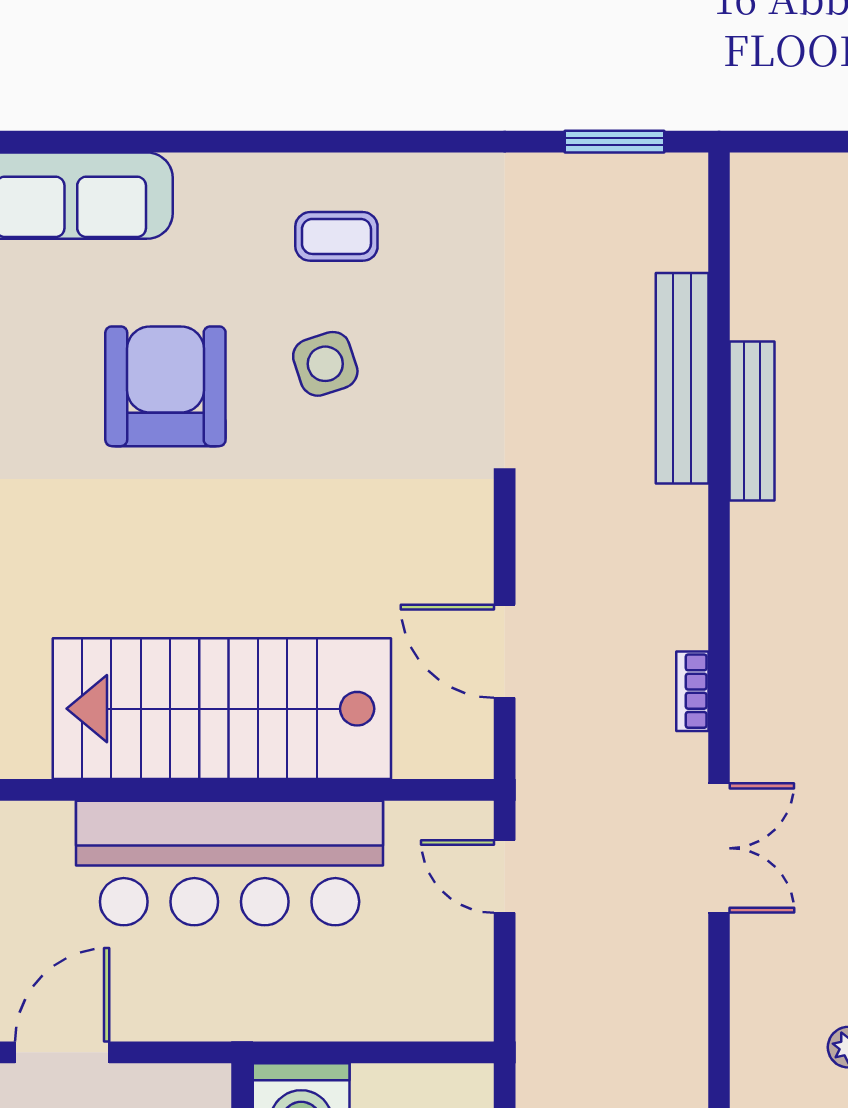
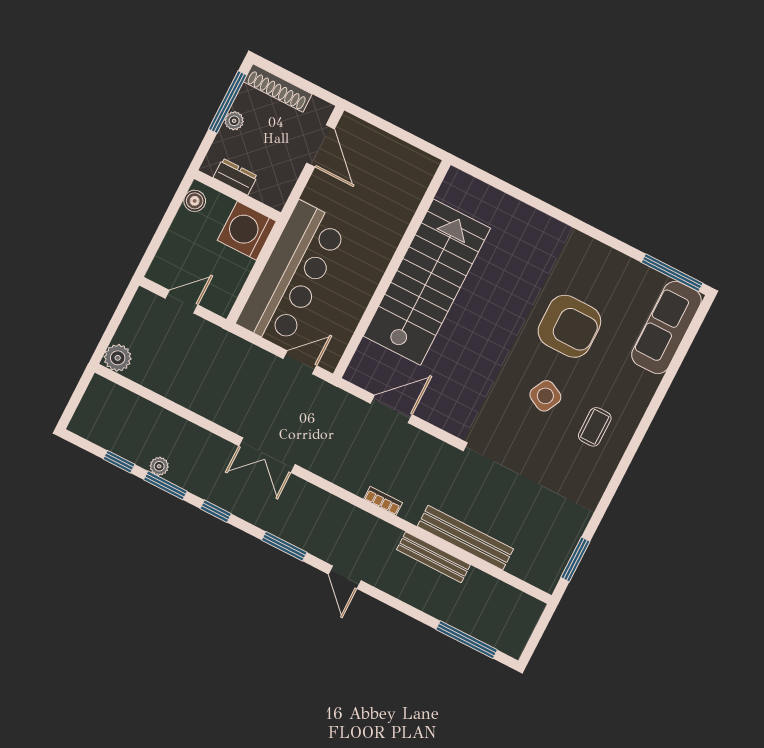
side table: (325, 364) -> (545, 396), turned 45
bookcase: (692, 691) -> (383, 501), moved
bar counter: (230, 863) -> (292, 274), moved, turned 180

